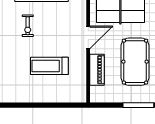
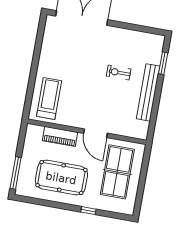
treadmill: (49, 66) -> (49, 99), moved

